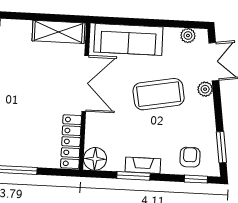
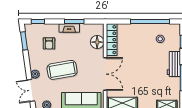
double door: (85, 83) -> (105, 74), swing flipped
armchair: (190, 157) -> (49, 43), moved
floor lamp: (95, 159) -> (97, 42), moved

